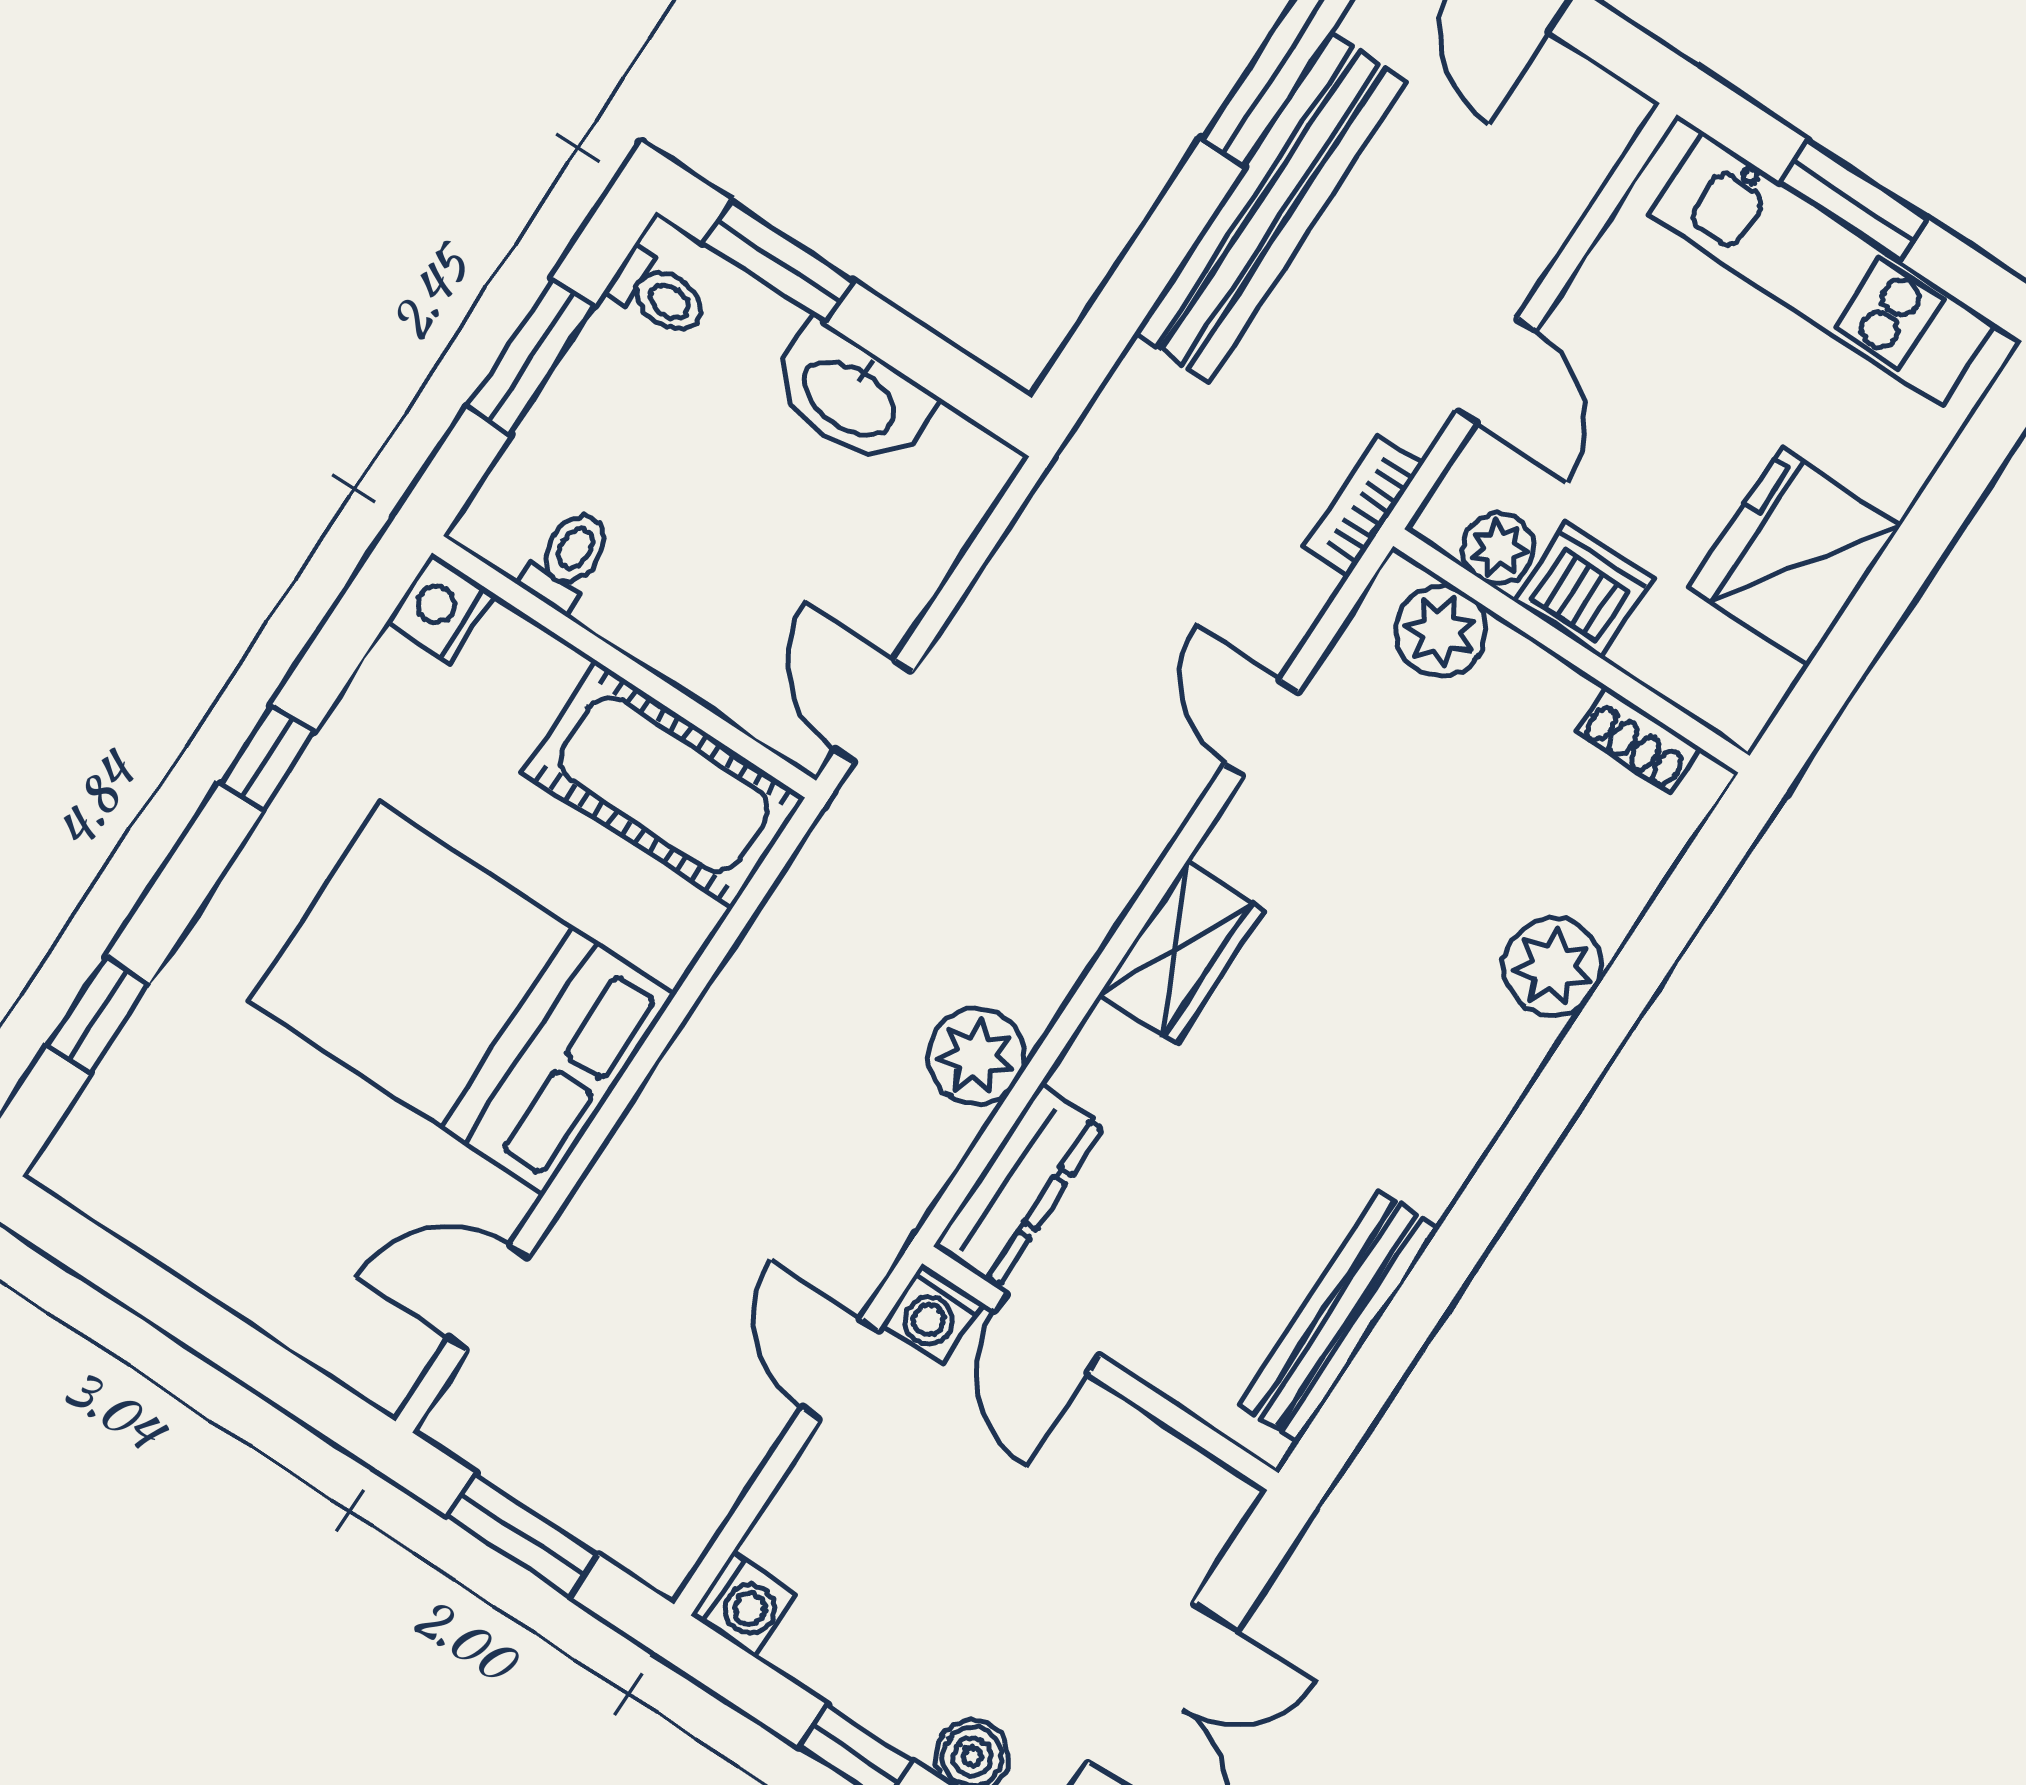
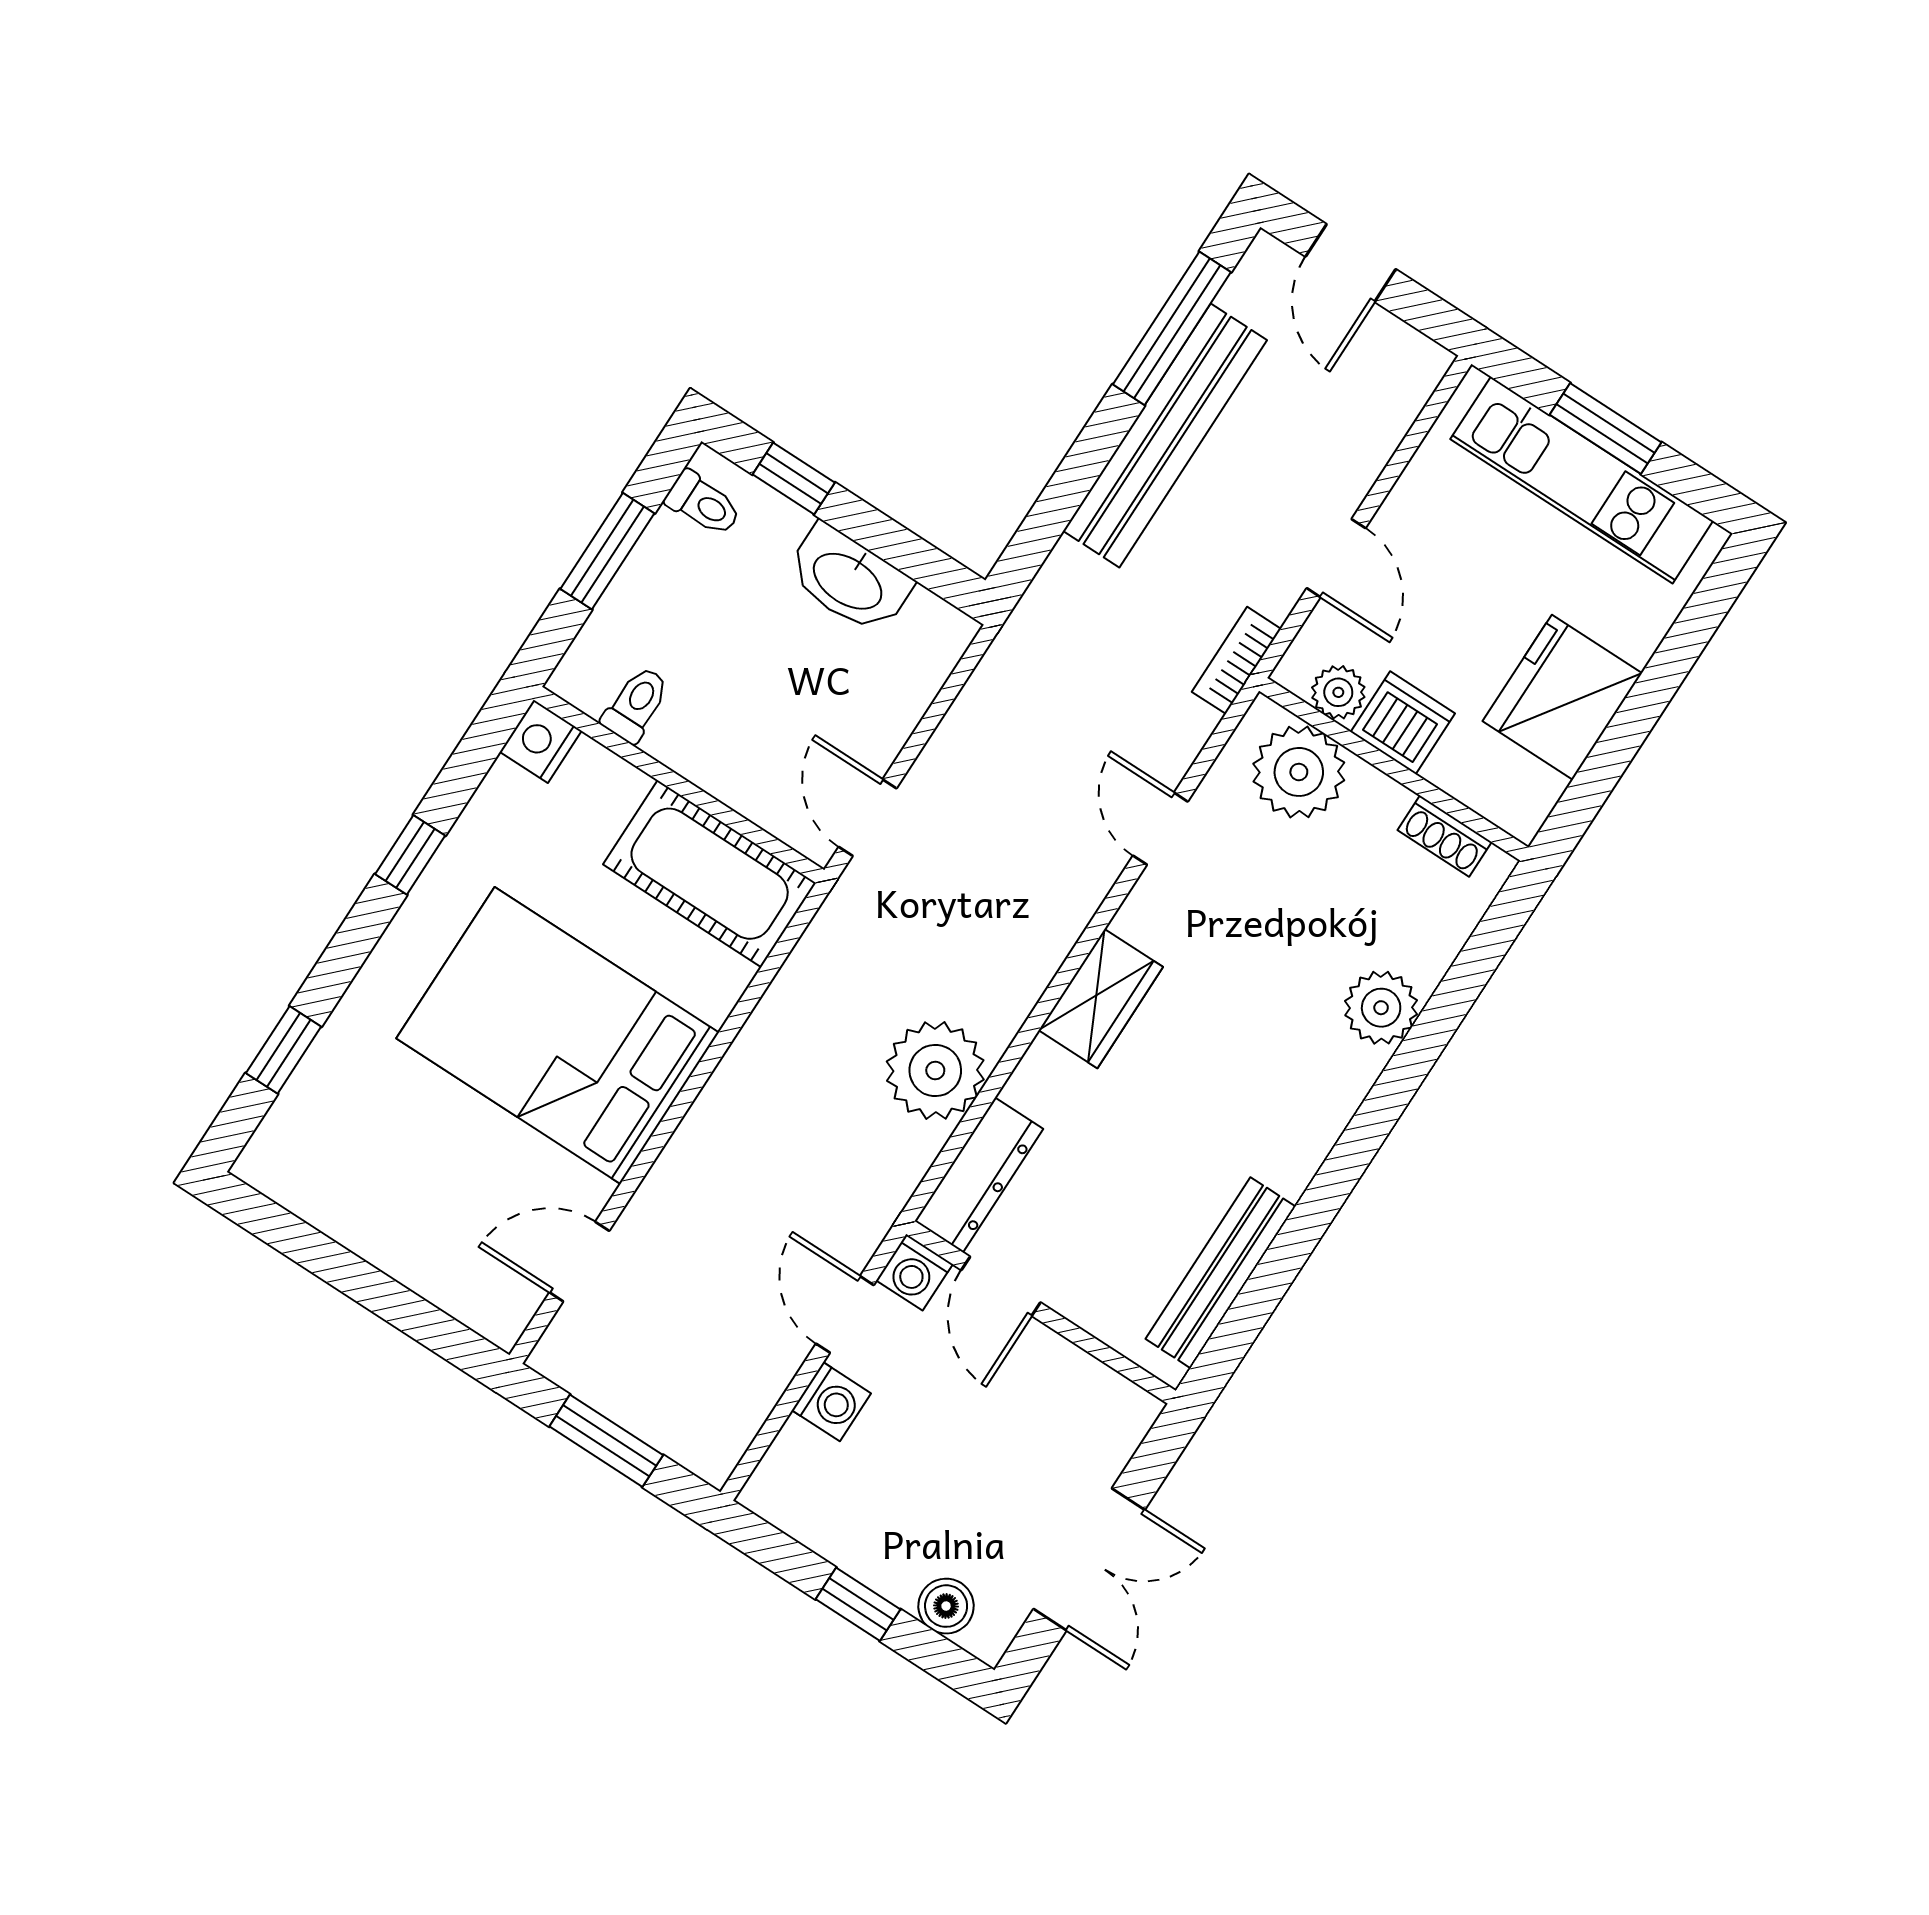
window: (778, 262) -> (794, 479), width x0.67
plant: (1441, 631) -> (1299, 772), width x1.36, depth x1.36
plant: (976, 1057) -> (935, 1071), width x1.36, depth x1.36
washing machine: (743, 1605) -> (831, 1402), moved

